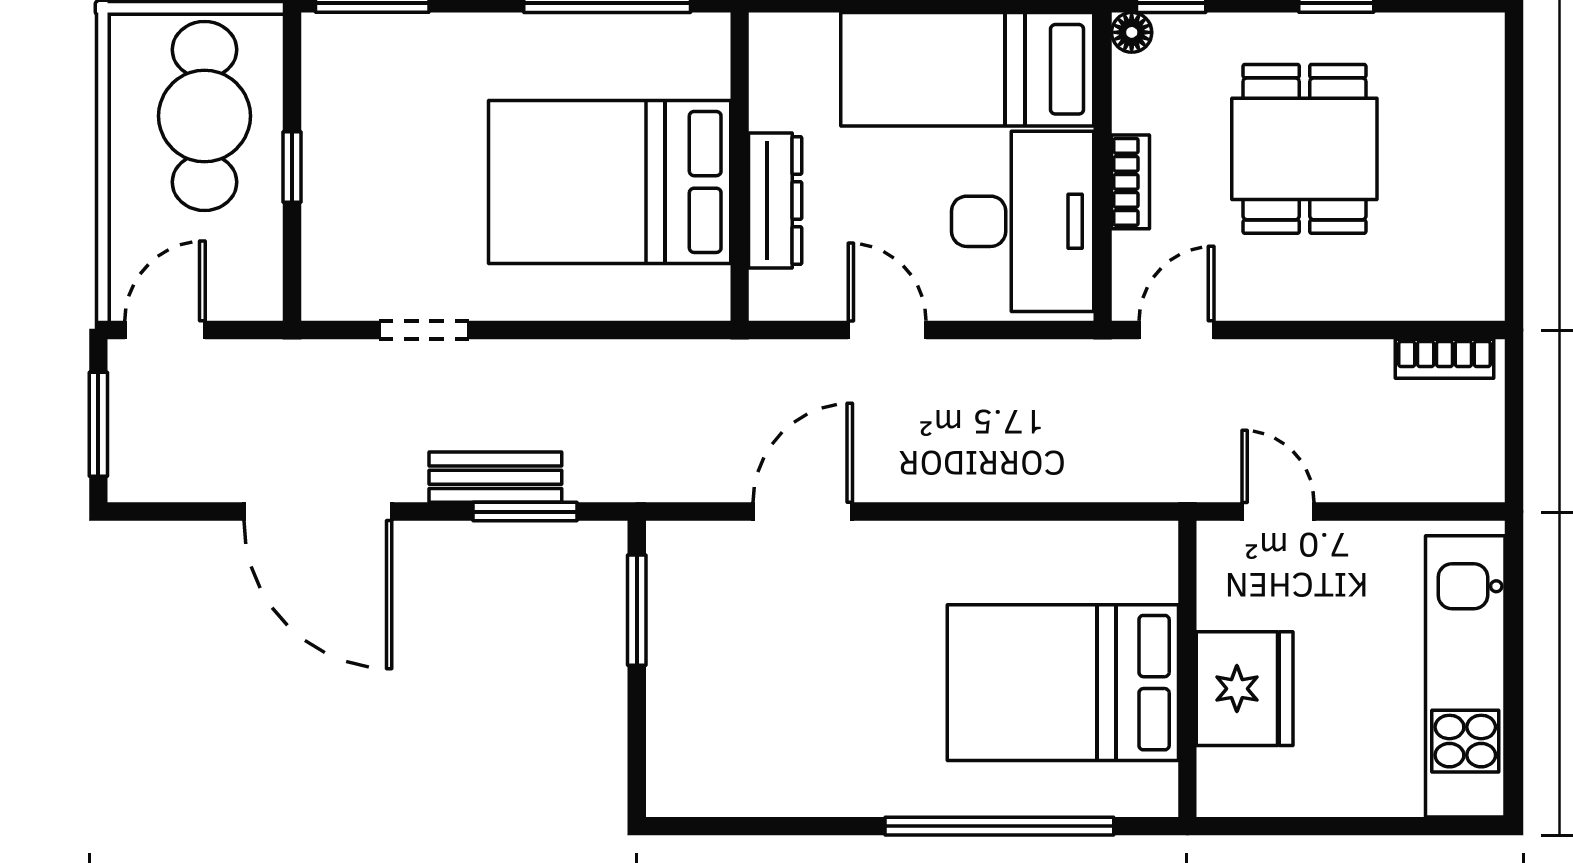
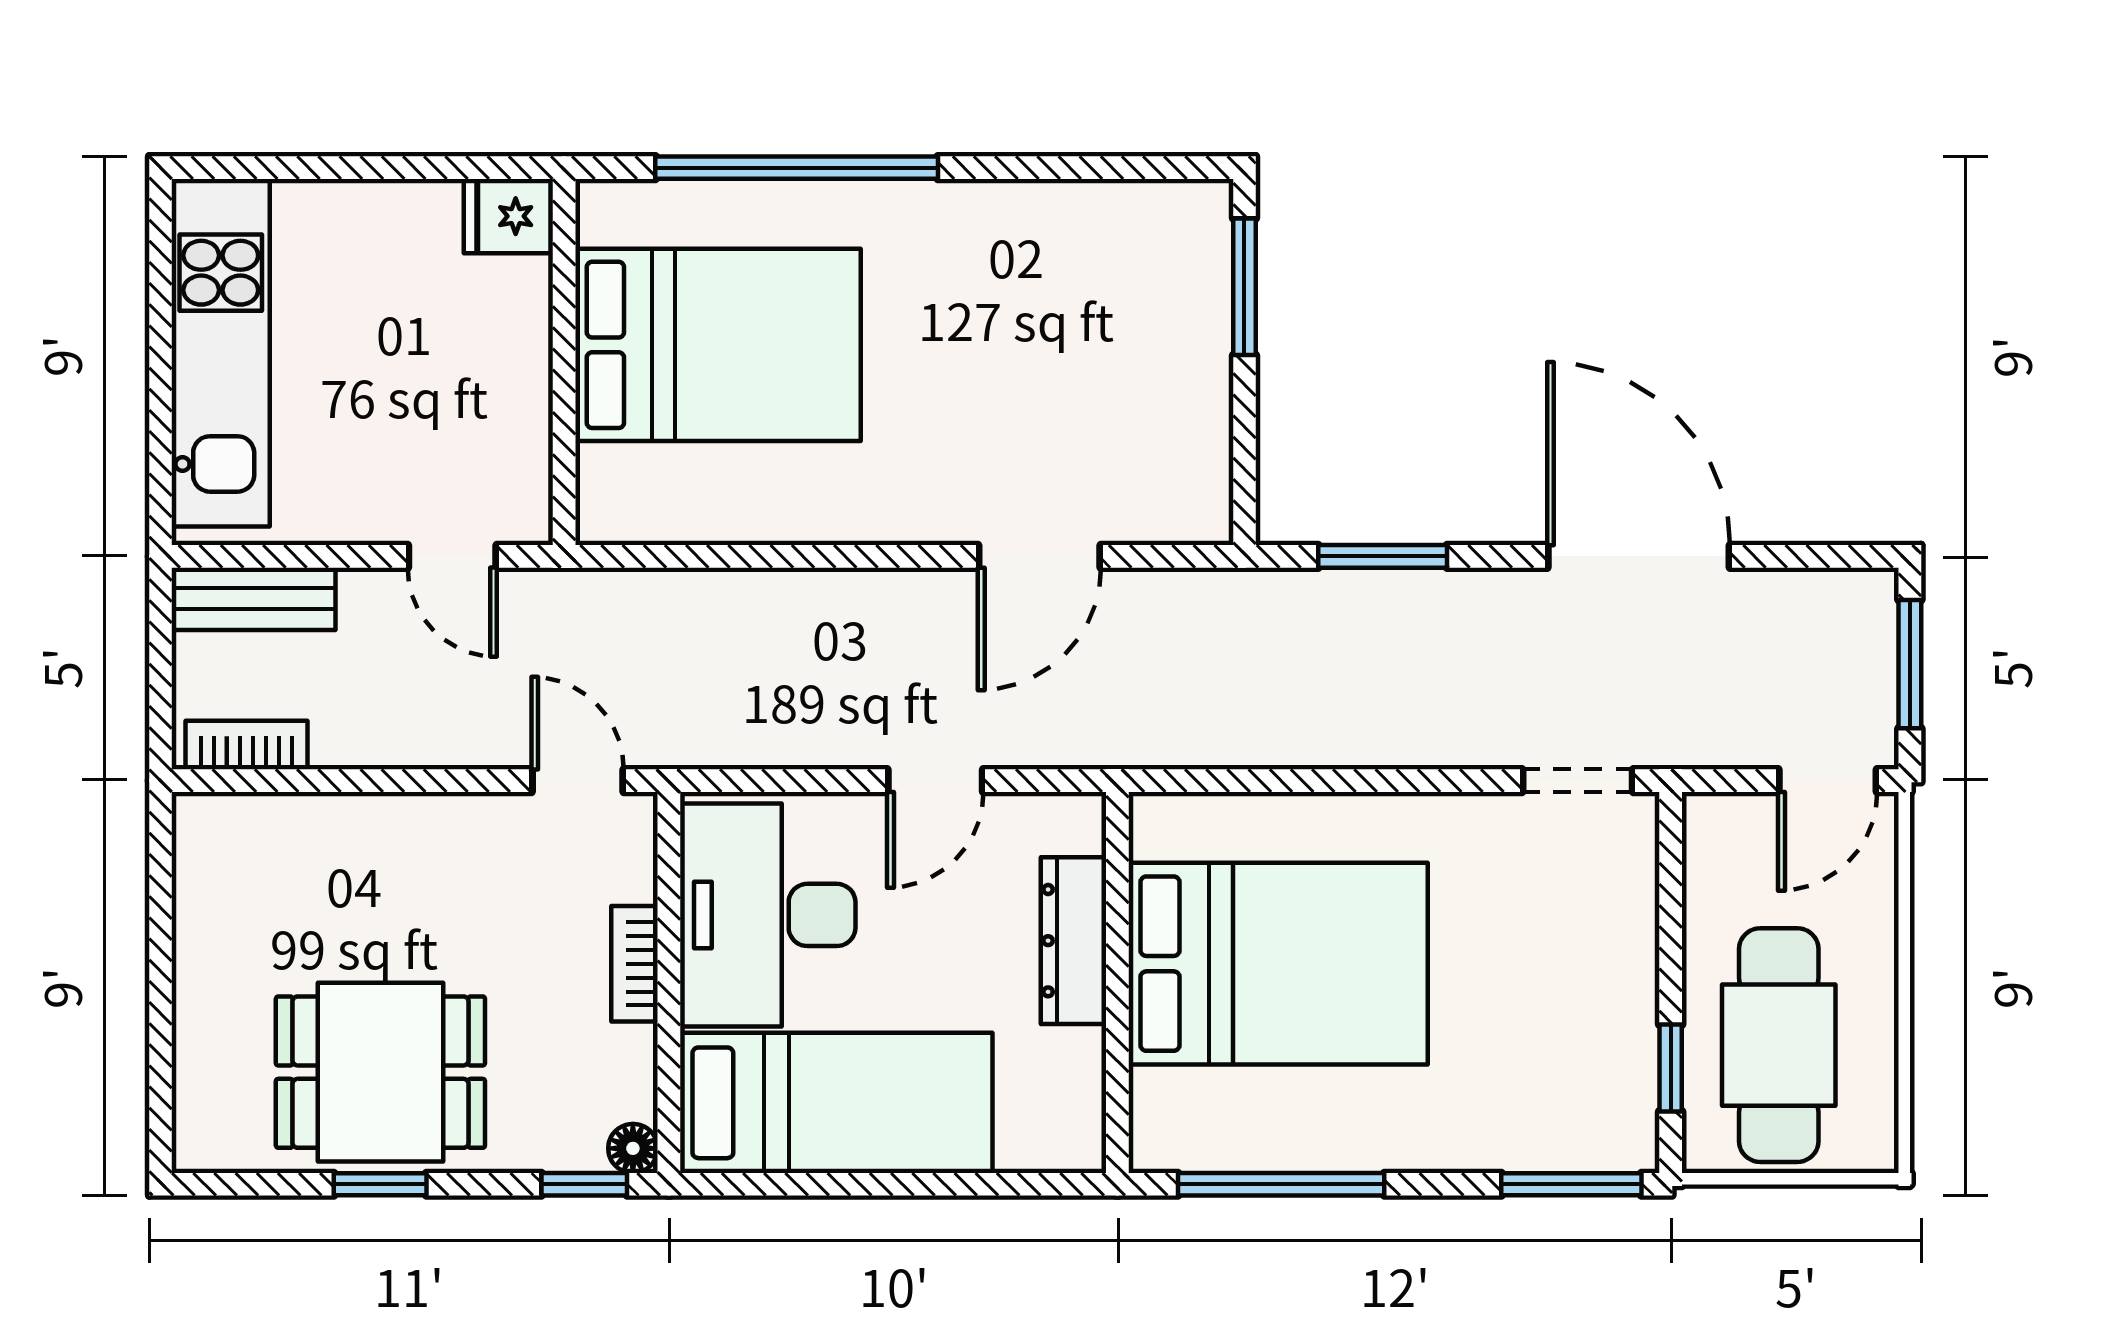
dining table: (1304, 149) -> (380, 1072), moved, turned 90
window: (292, 167) -> (1671, 1068), moved
doorway: (424, 330) -> (1578, 781), moved
door: (887, 330) -> (935, 781), hinge flipped
door: (1177, 330) -> (578, 781), swing flipped
bench: (495, 477) -> (254, 599), moved
window: (637, 610) -> (1244, 287), moved
fridge: (1245, 689) -> (508, 216), moved, width x0.53, depth x0.75

